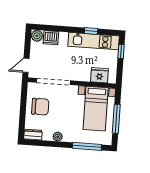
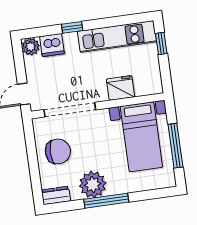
window: (91, 31) -> (72, 27), moved
fridge: (99, 75) -> (121, 88), moved
plant: (58, 137) -> (93, 184), width x1.87, depth x1.87
window: (87, 146) -> (106, 201), moved

